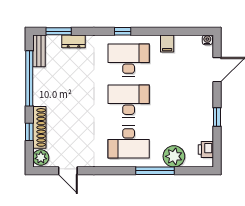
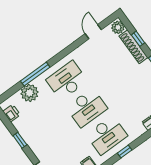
door: (68, 171) -> (93, 32), hinge flipped

